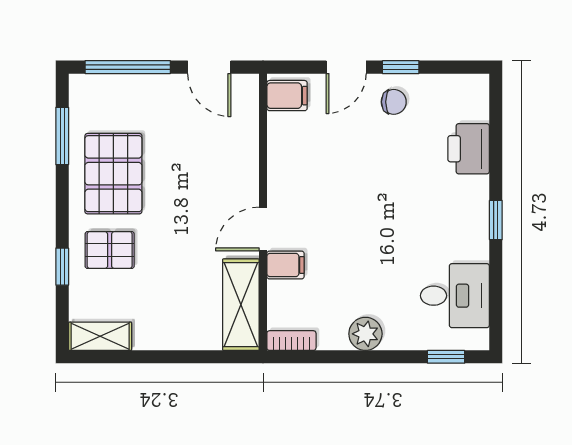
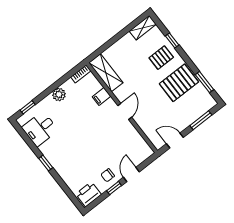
window: (128, 67) -> (201, 120), width x0.69
filing cabinet: (287, 96) -> (143, 151), removed
printer: (469, 149) -> (88, 194), moved, turned -90
pallet: (113, 174) -> (179, 83), turned 90
door: (263, 229) -> (125, 111), moved

